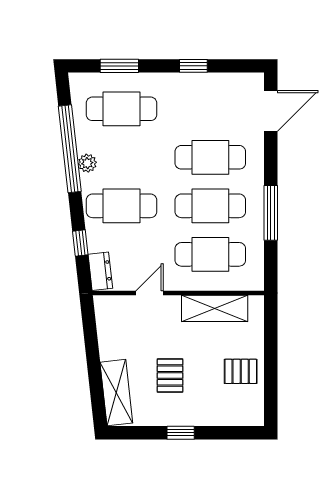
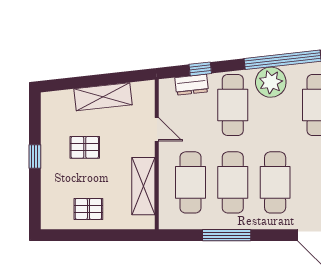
plant: (87, 163) -> (271, 82), width x1.87, depth x1.87
dresser: (100, 271) -> (192, 85), moved
pallet: (241, 371) -> (88, 209), turned 90
shelving: (116, 393) -> (103, 97), moved

